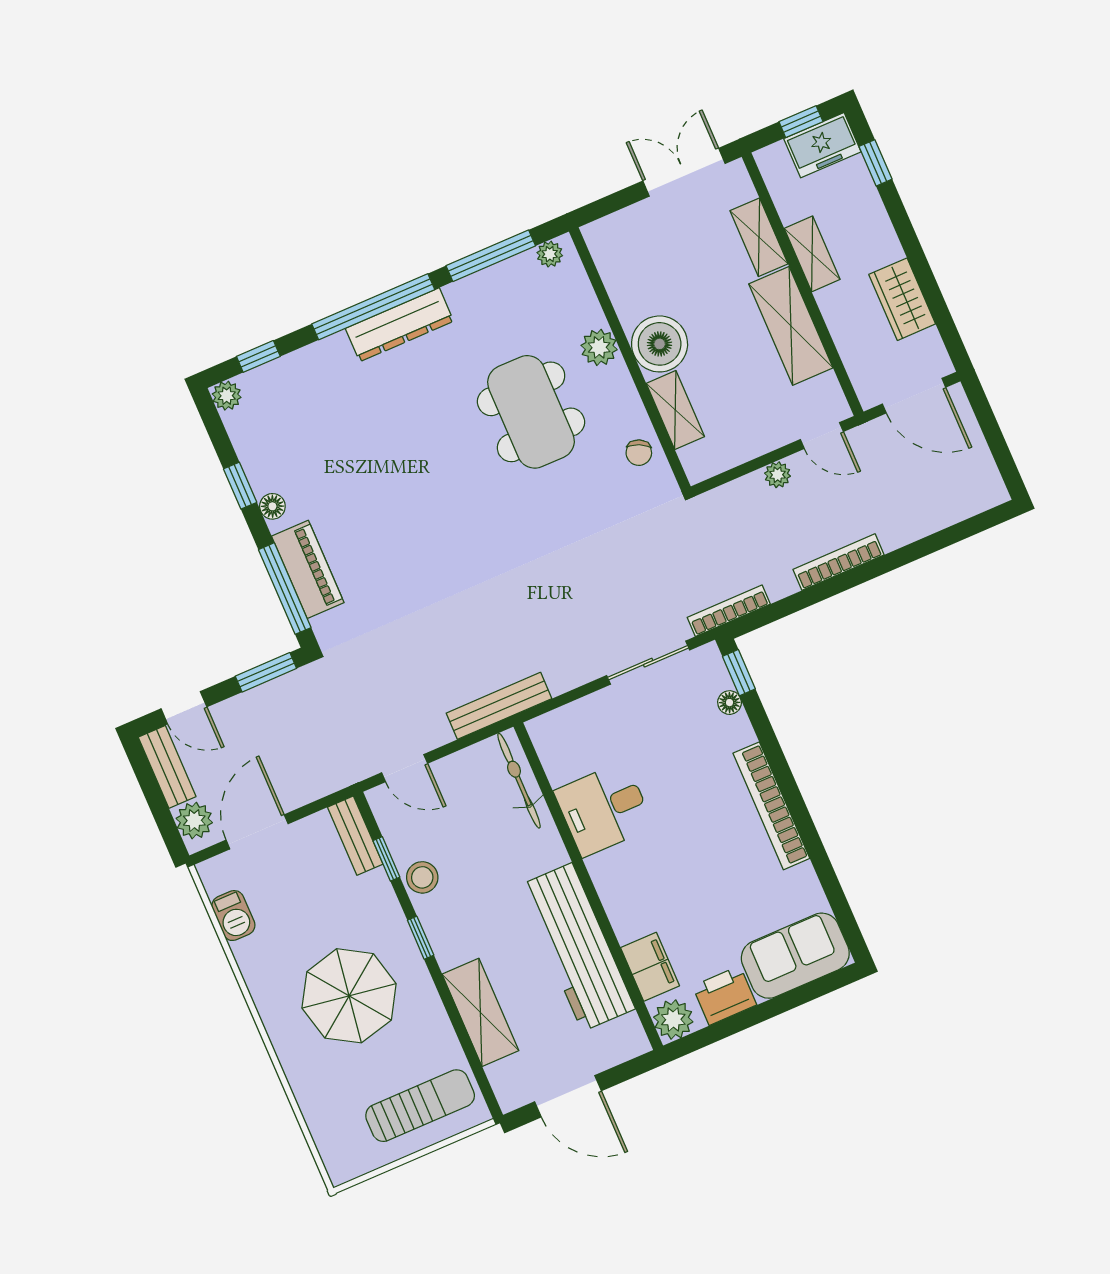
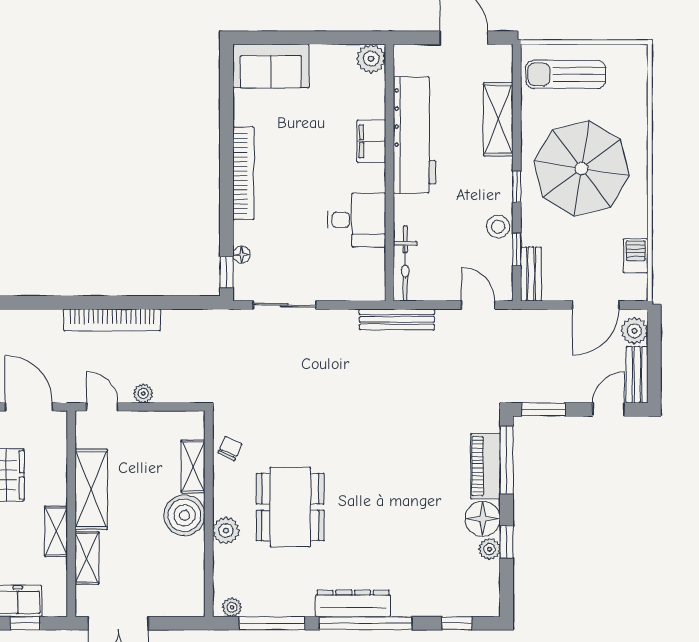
plant: (227, 396) -> (489, 549), moved
floor lamp: (272, 506) -> (483, 519), width x1.89, depth x1.89
bookcase: (839, 562) -> (112, 320), width x1.48, depth x1.31
bookcase: (729, 611) -> (215, 316), removed
door: (184, 708) -> (609, 409), hinge flipped
filing cabinet: (650, 967) -> (371, 141), moved
parasol: (349, 996) -> (581, 169), width x1.36, depth x1.36
printer: (725, 996) -> (330, 60), removed

